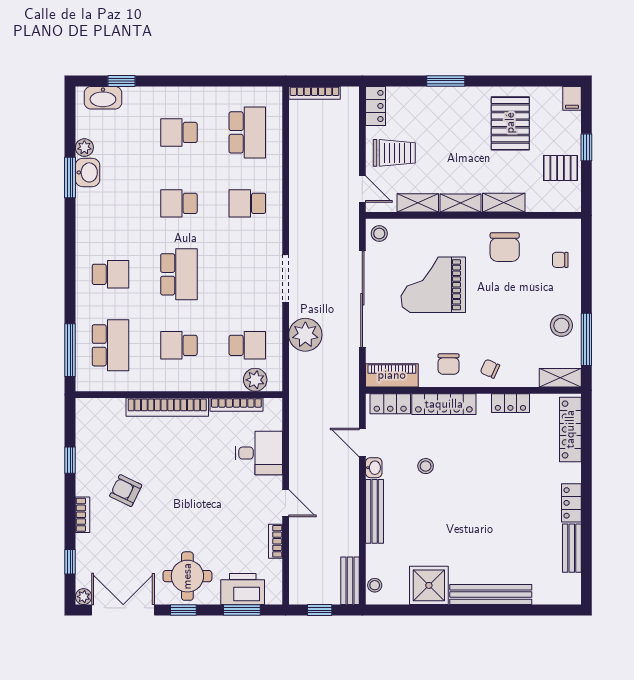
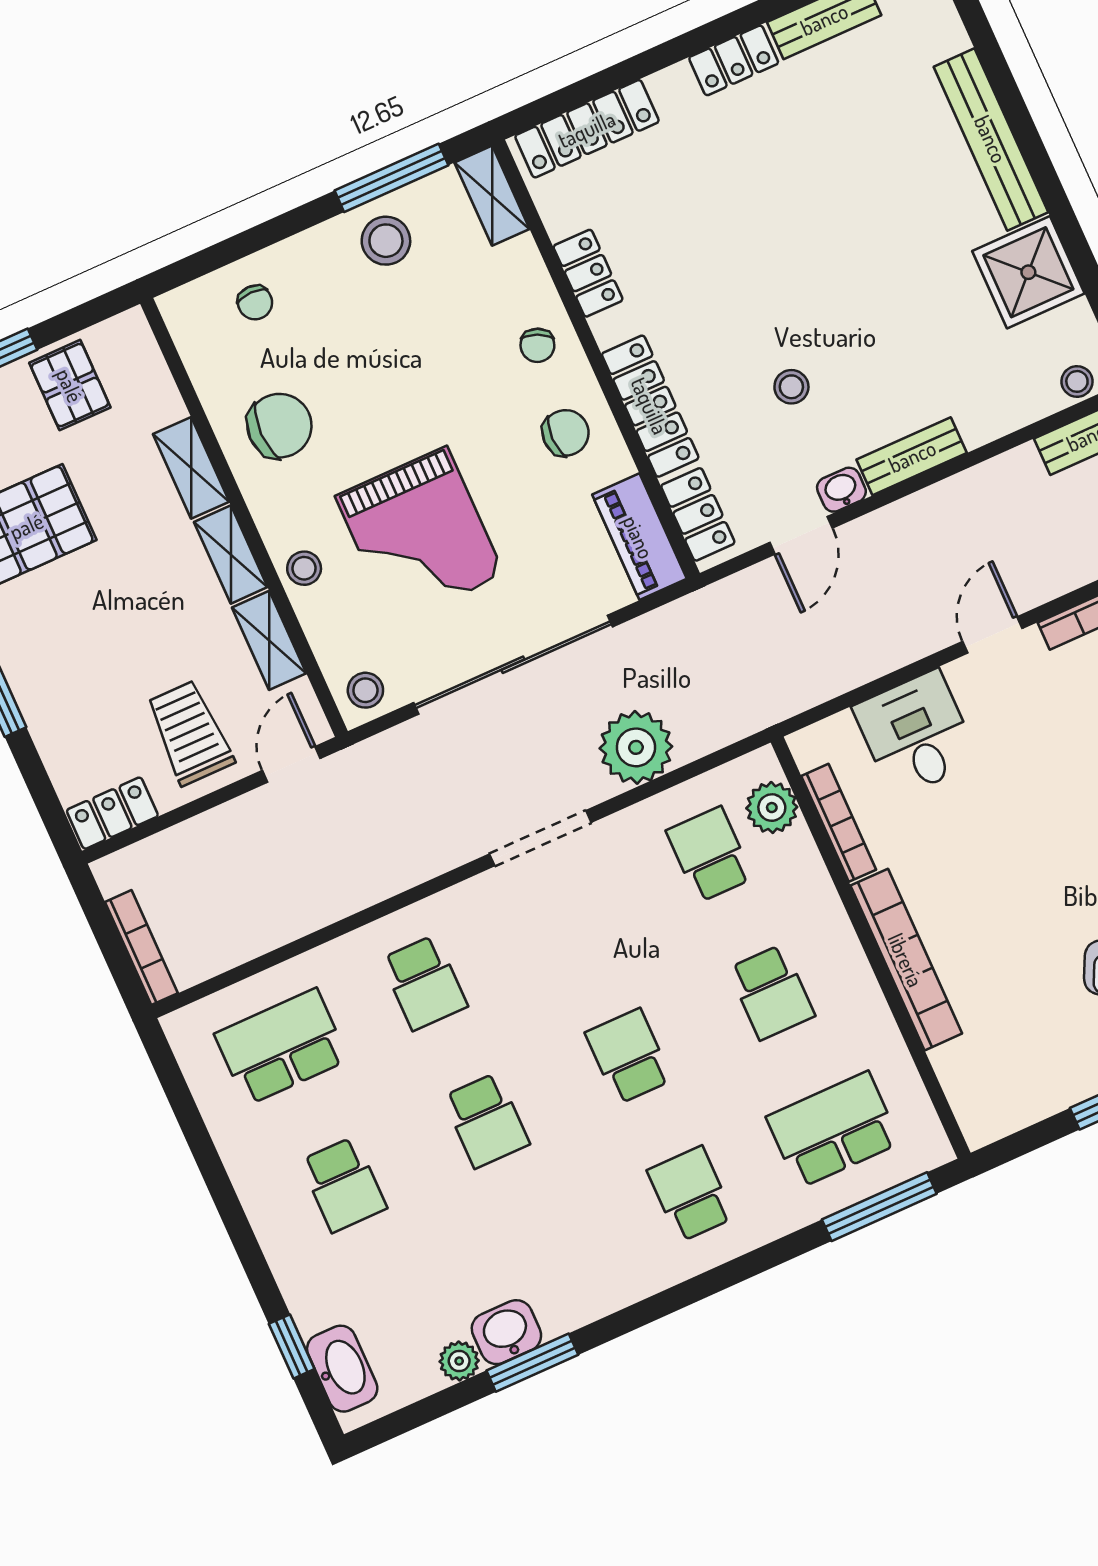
stool: (441, 231) -> (304, 568), added
school desk: (179, 274) -> (629, 1056), width x0.54
bench: (375, 511) -> (912, 456), width x0.73

